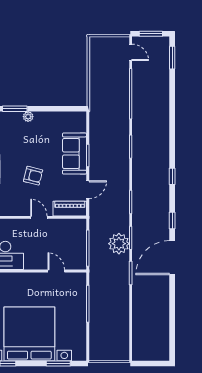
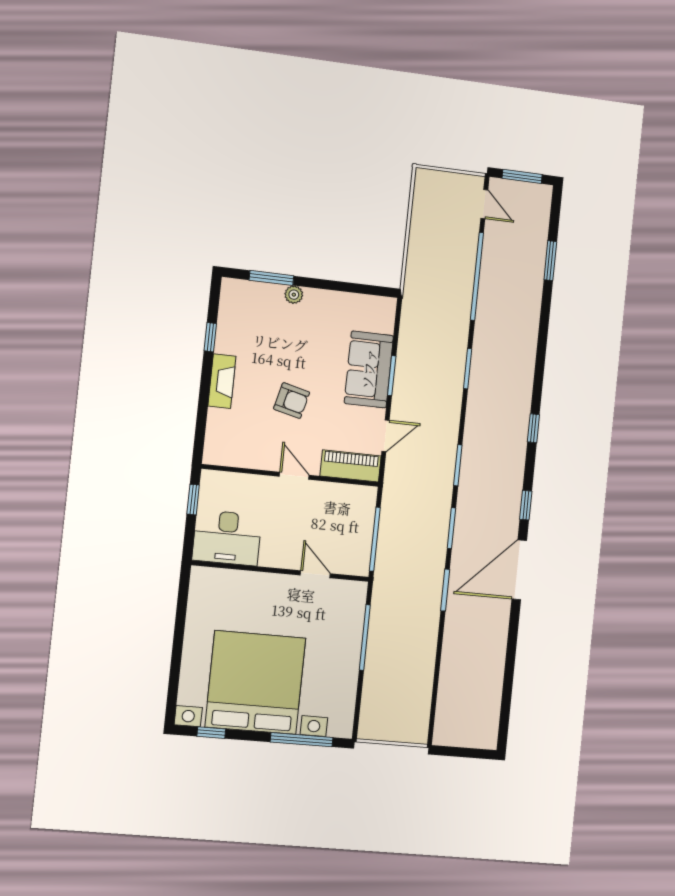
window: (172, 58) -> (550, 261), moved
plant: (119, 244) -> (430, 536), removed
window: (58, 363) -> (302, 740), width x1.44

